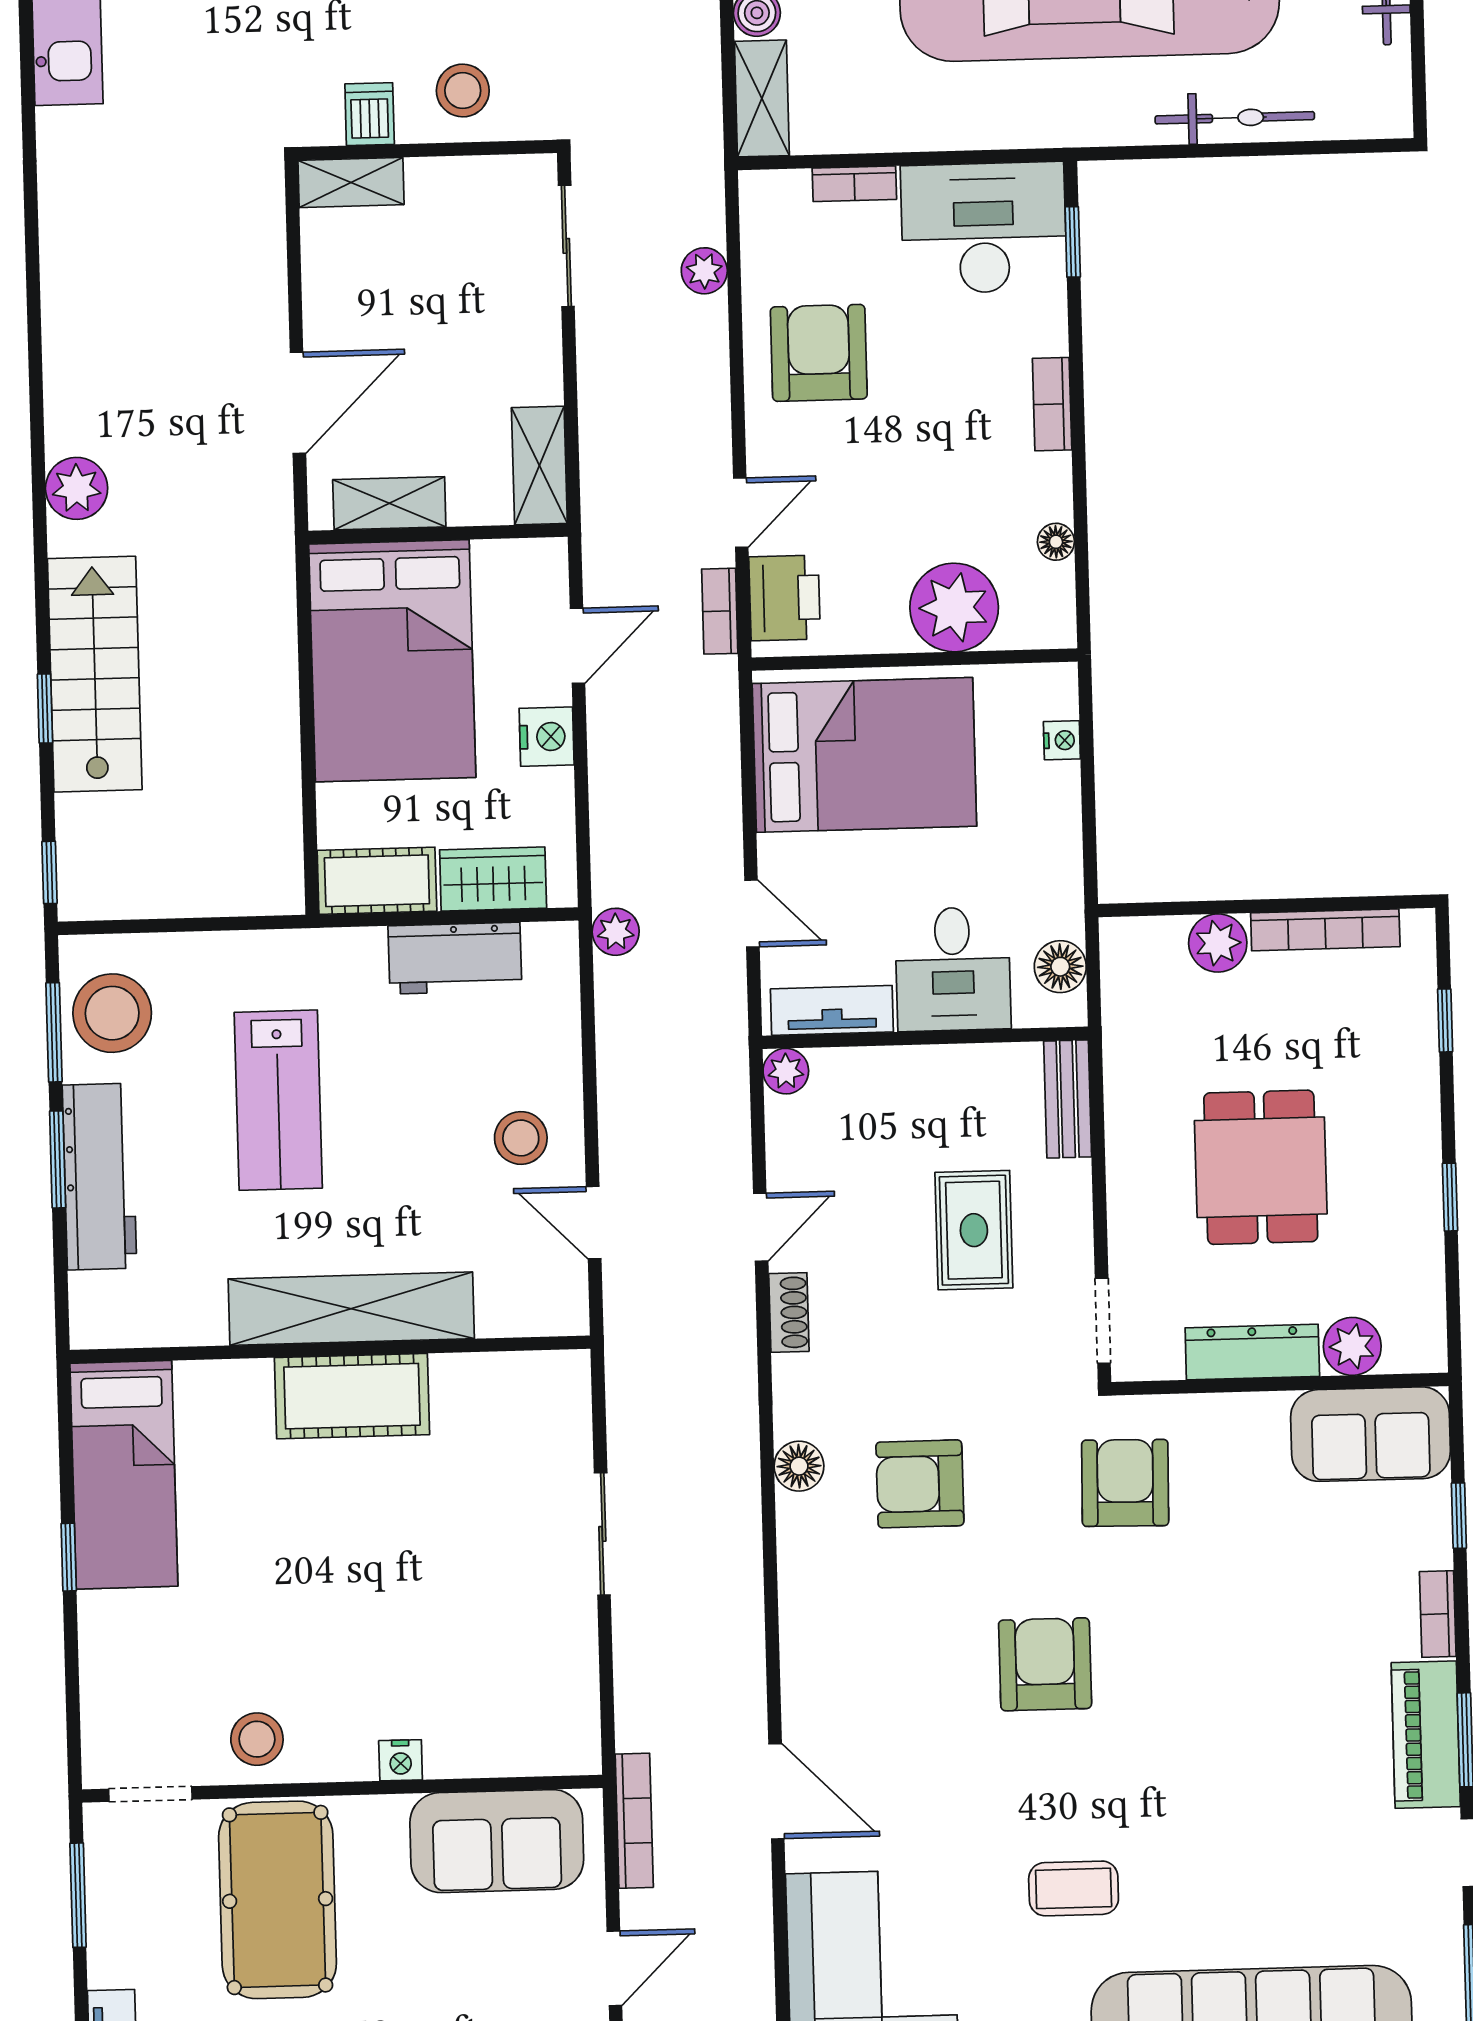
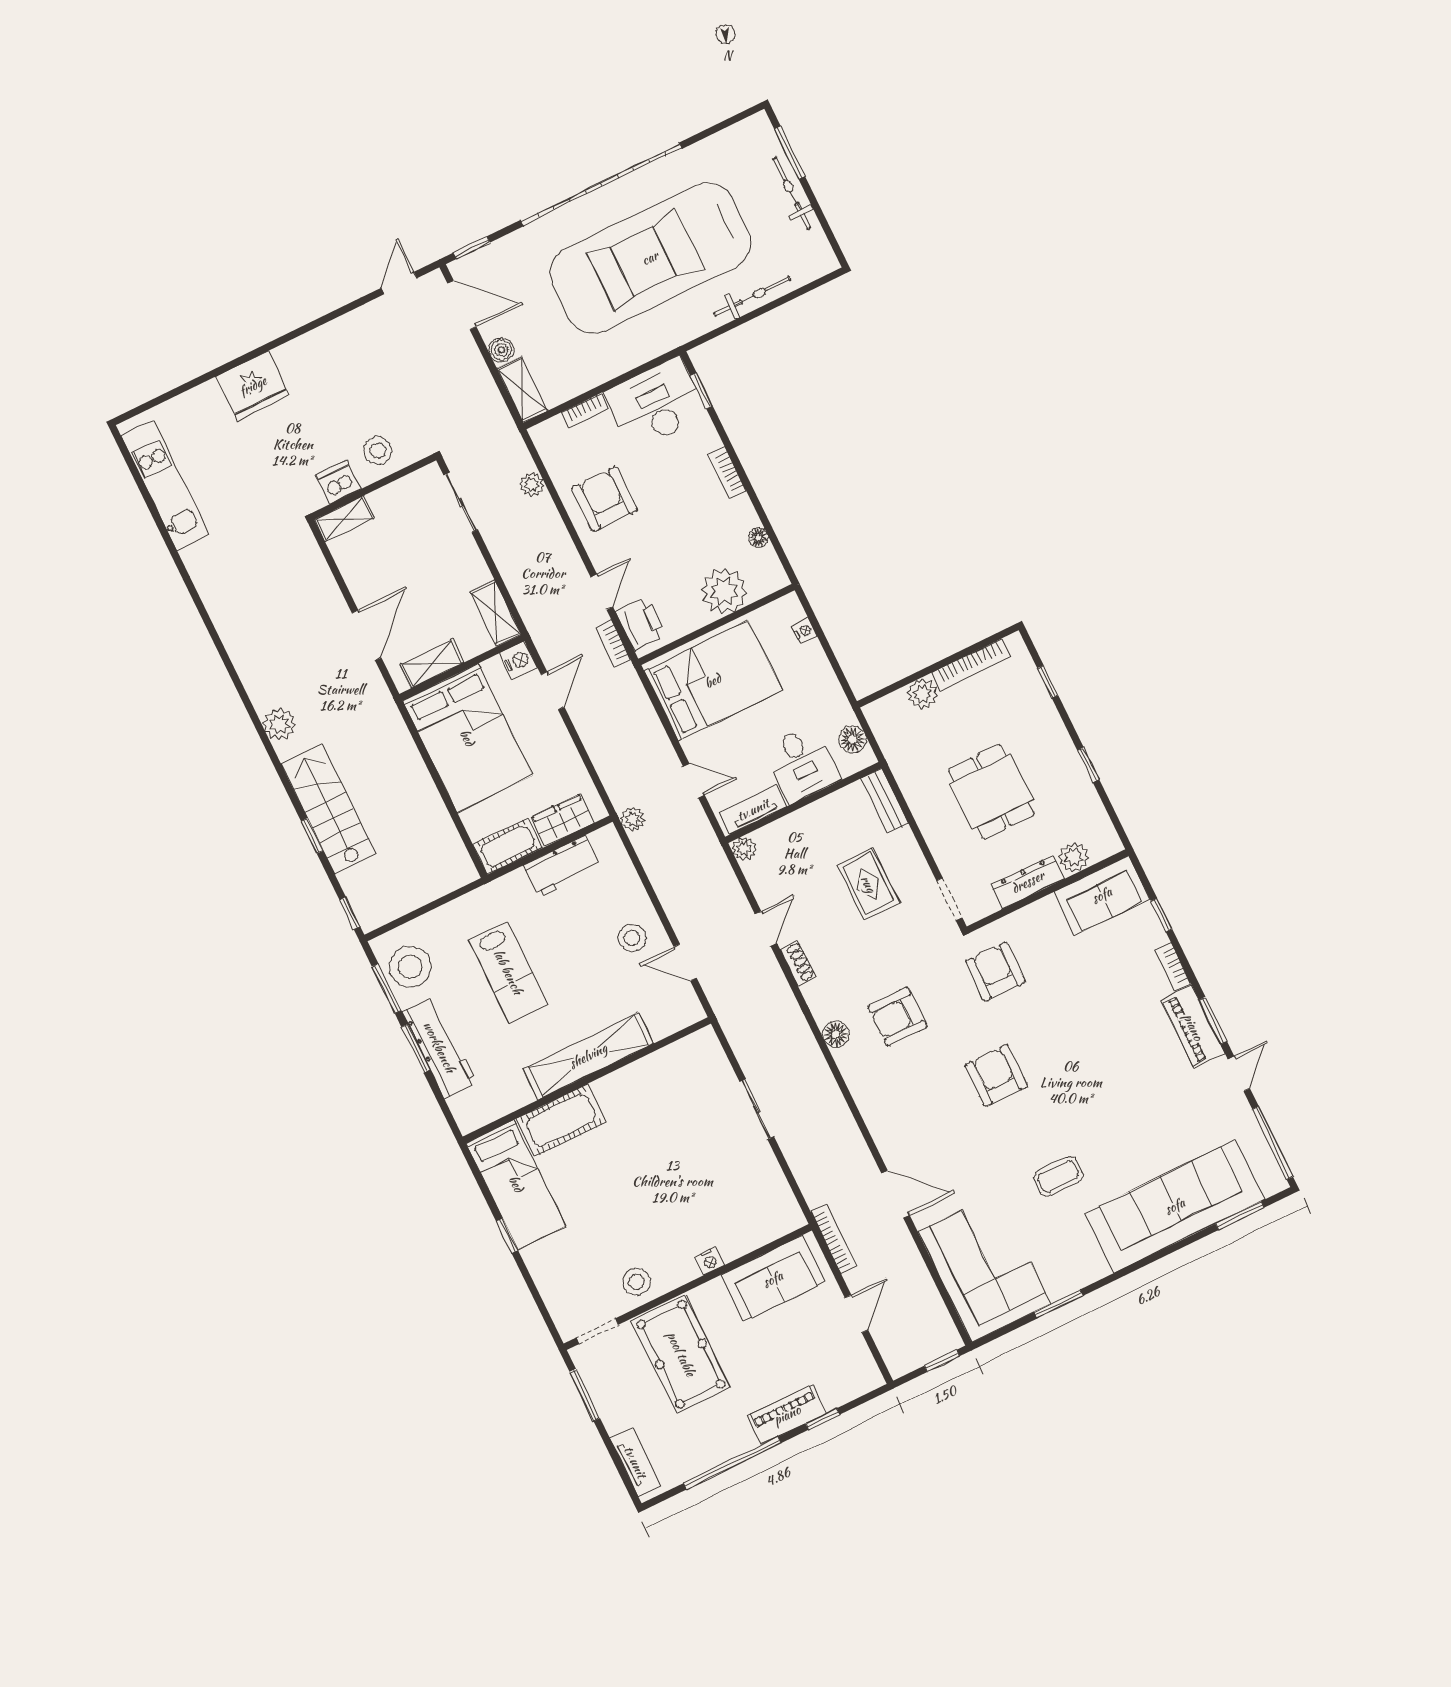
dishwasher: (370, 114) -> (338, 482), width x1.38
nightstand: (547, 737) -> (519, 661), moved
cot: (352, 1396) -> (561, 1120), moved

